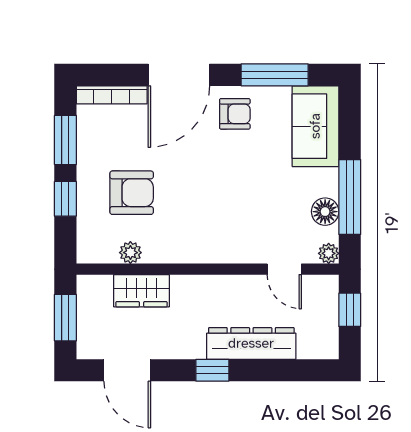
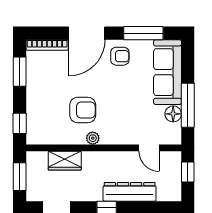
sofa: (315, 126) -> (168, 72), width x1.36
armchair: (132, 193) -> (83, 110), moved
window: (65, 199) -> (20, 123), moved
plant: (130, 253) -> (93, 138), moved
plant: (329, 253) -> (175, 139), removed

